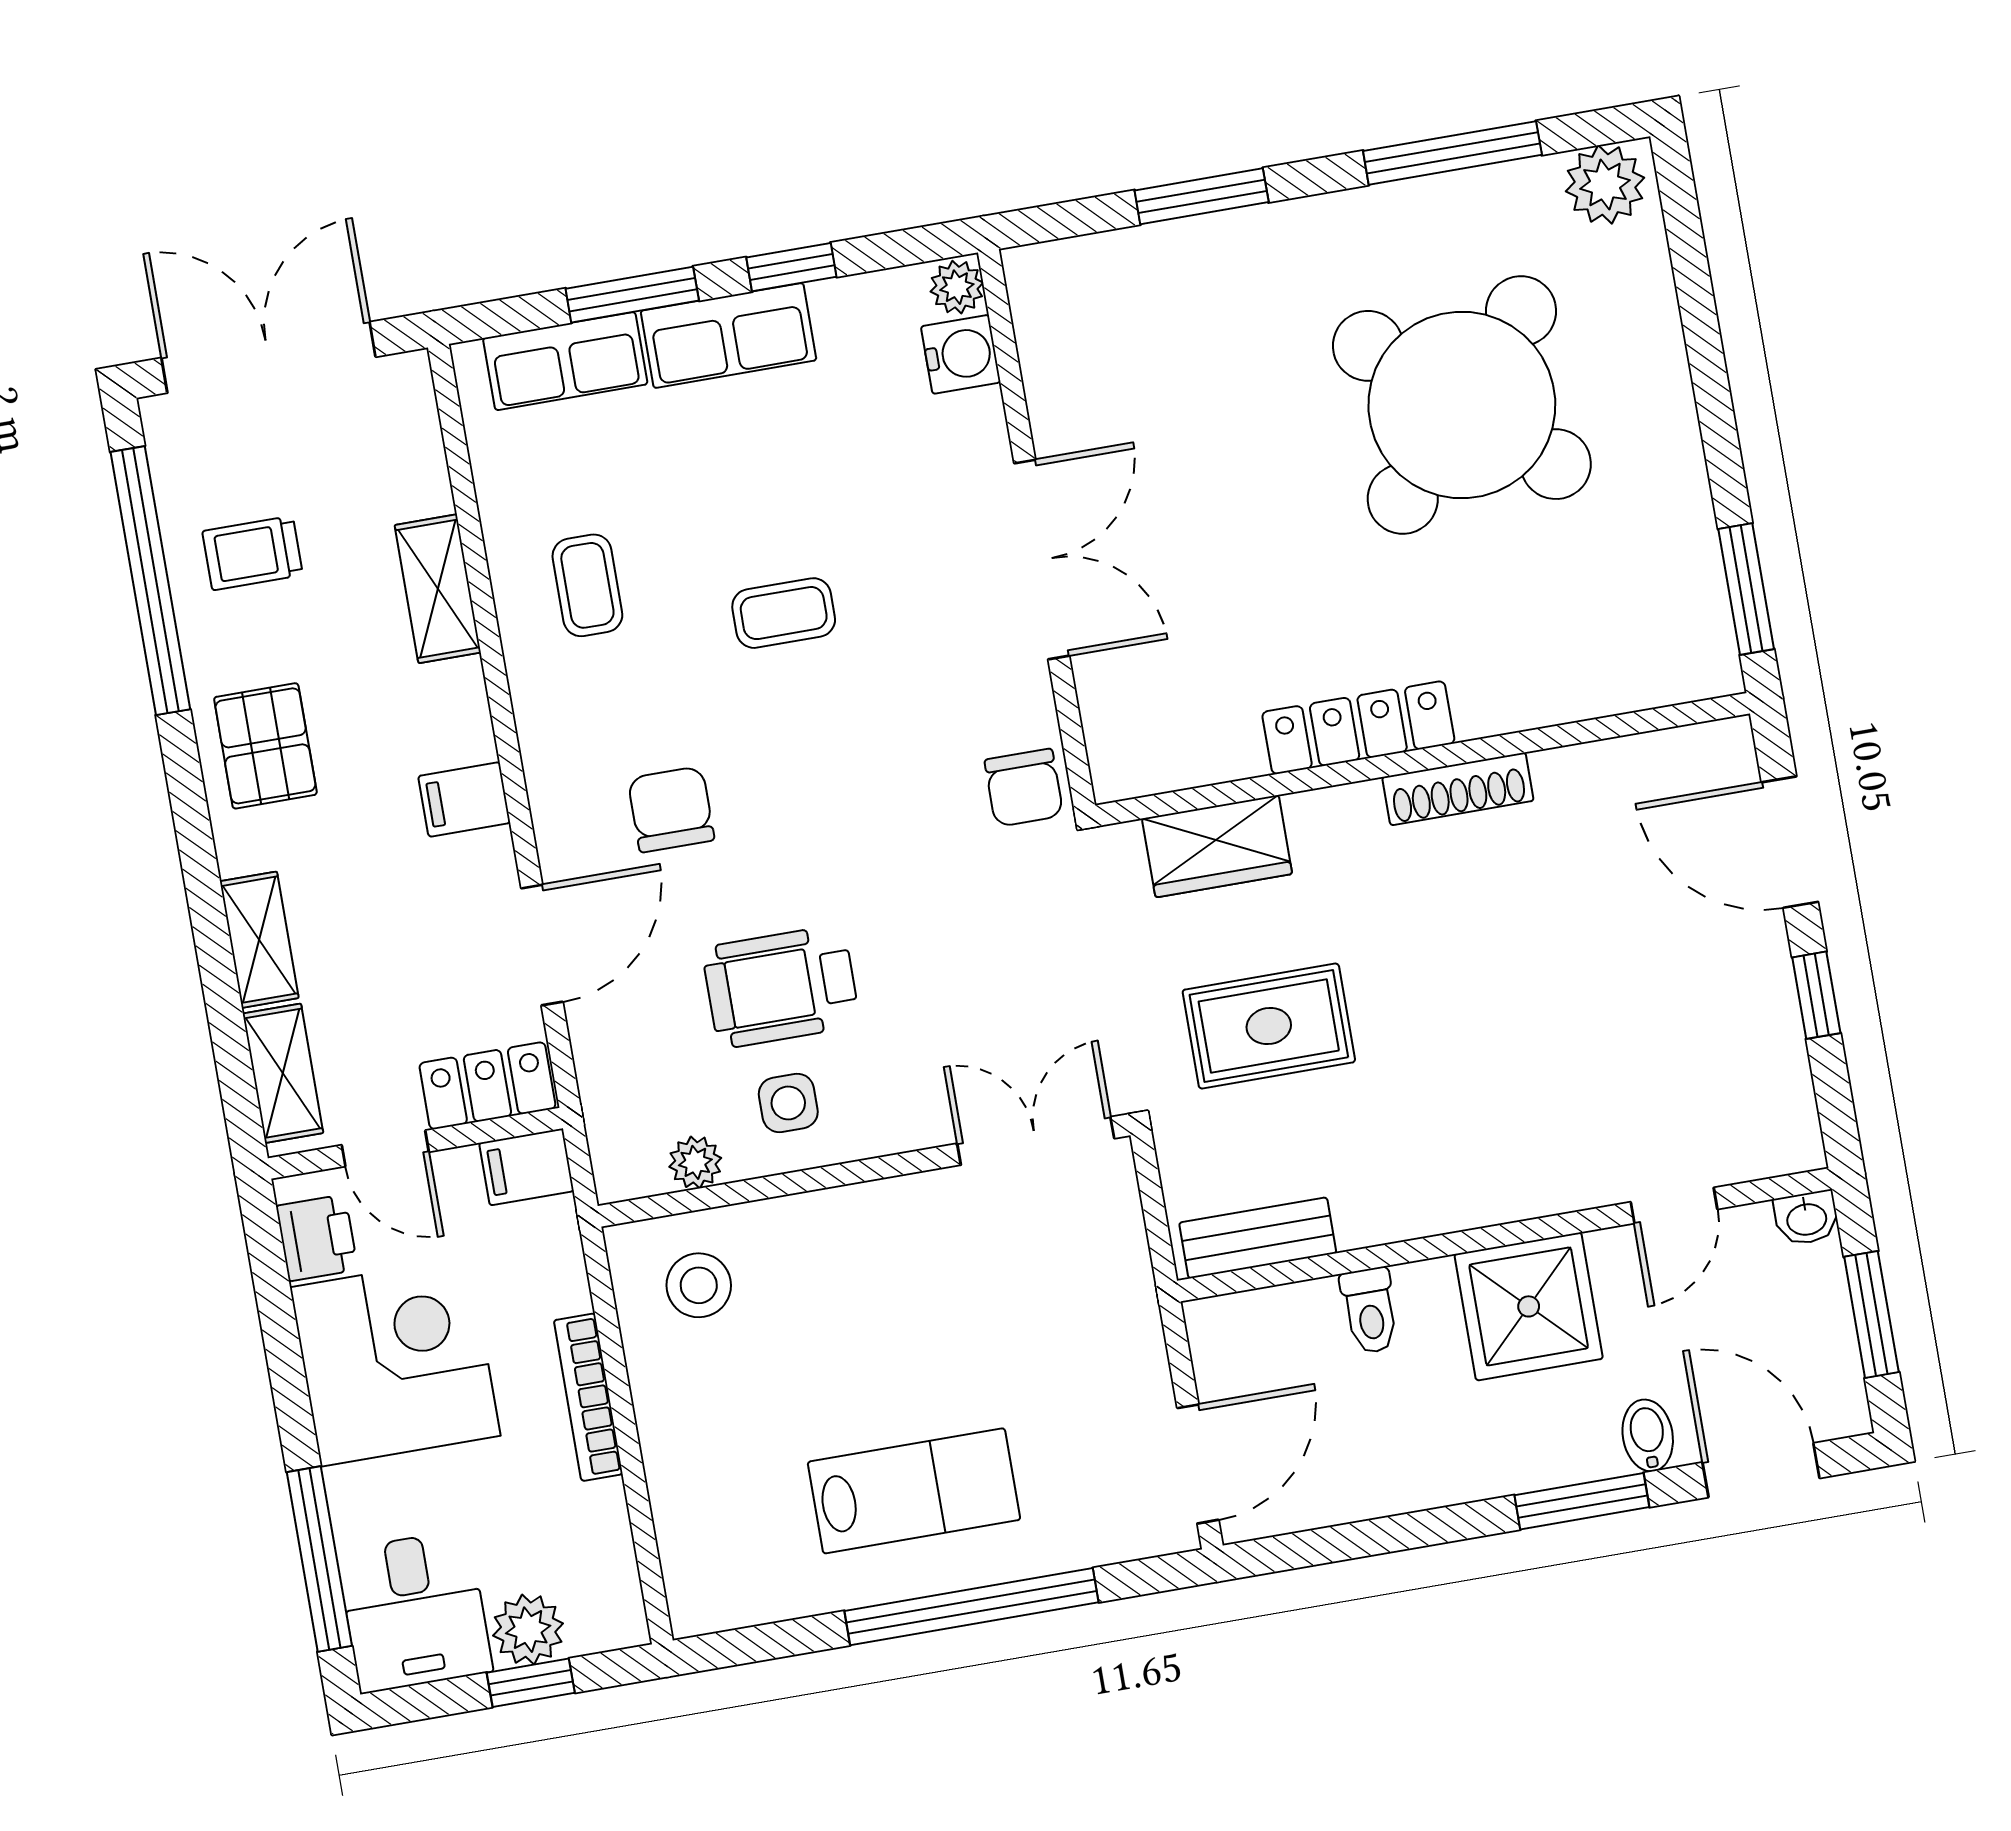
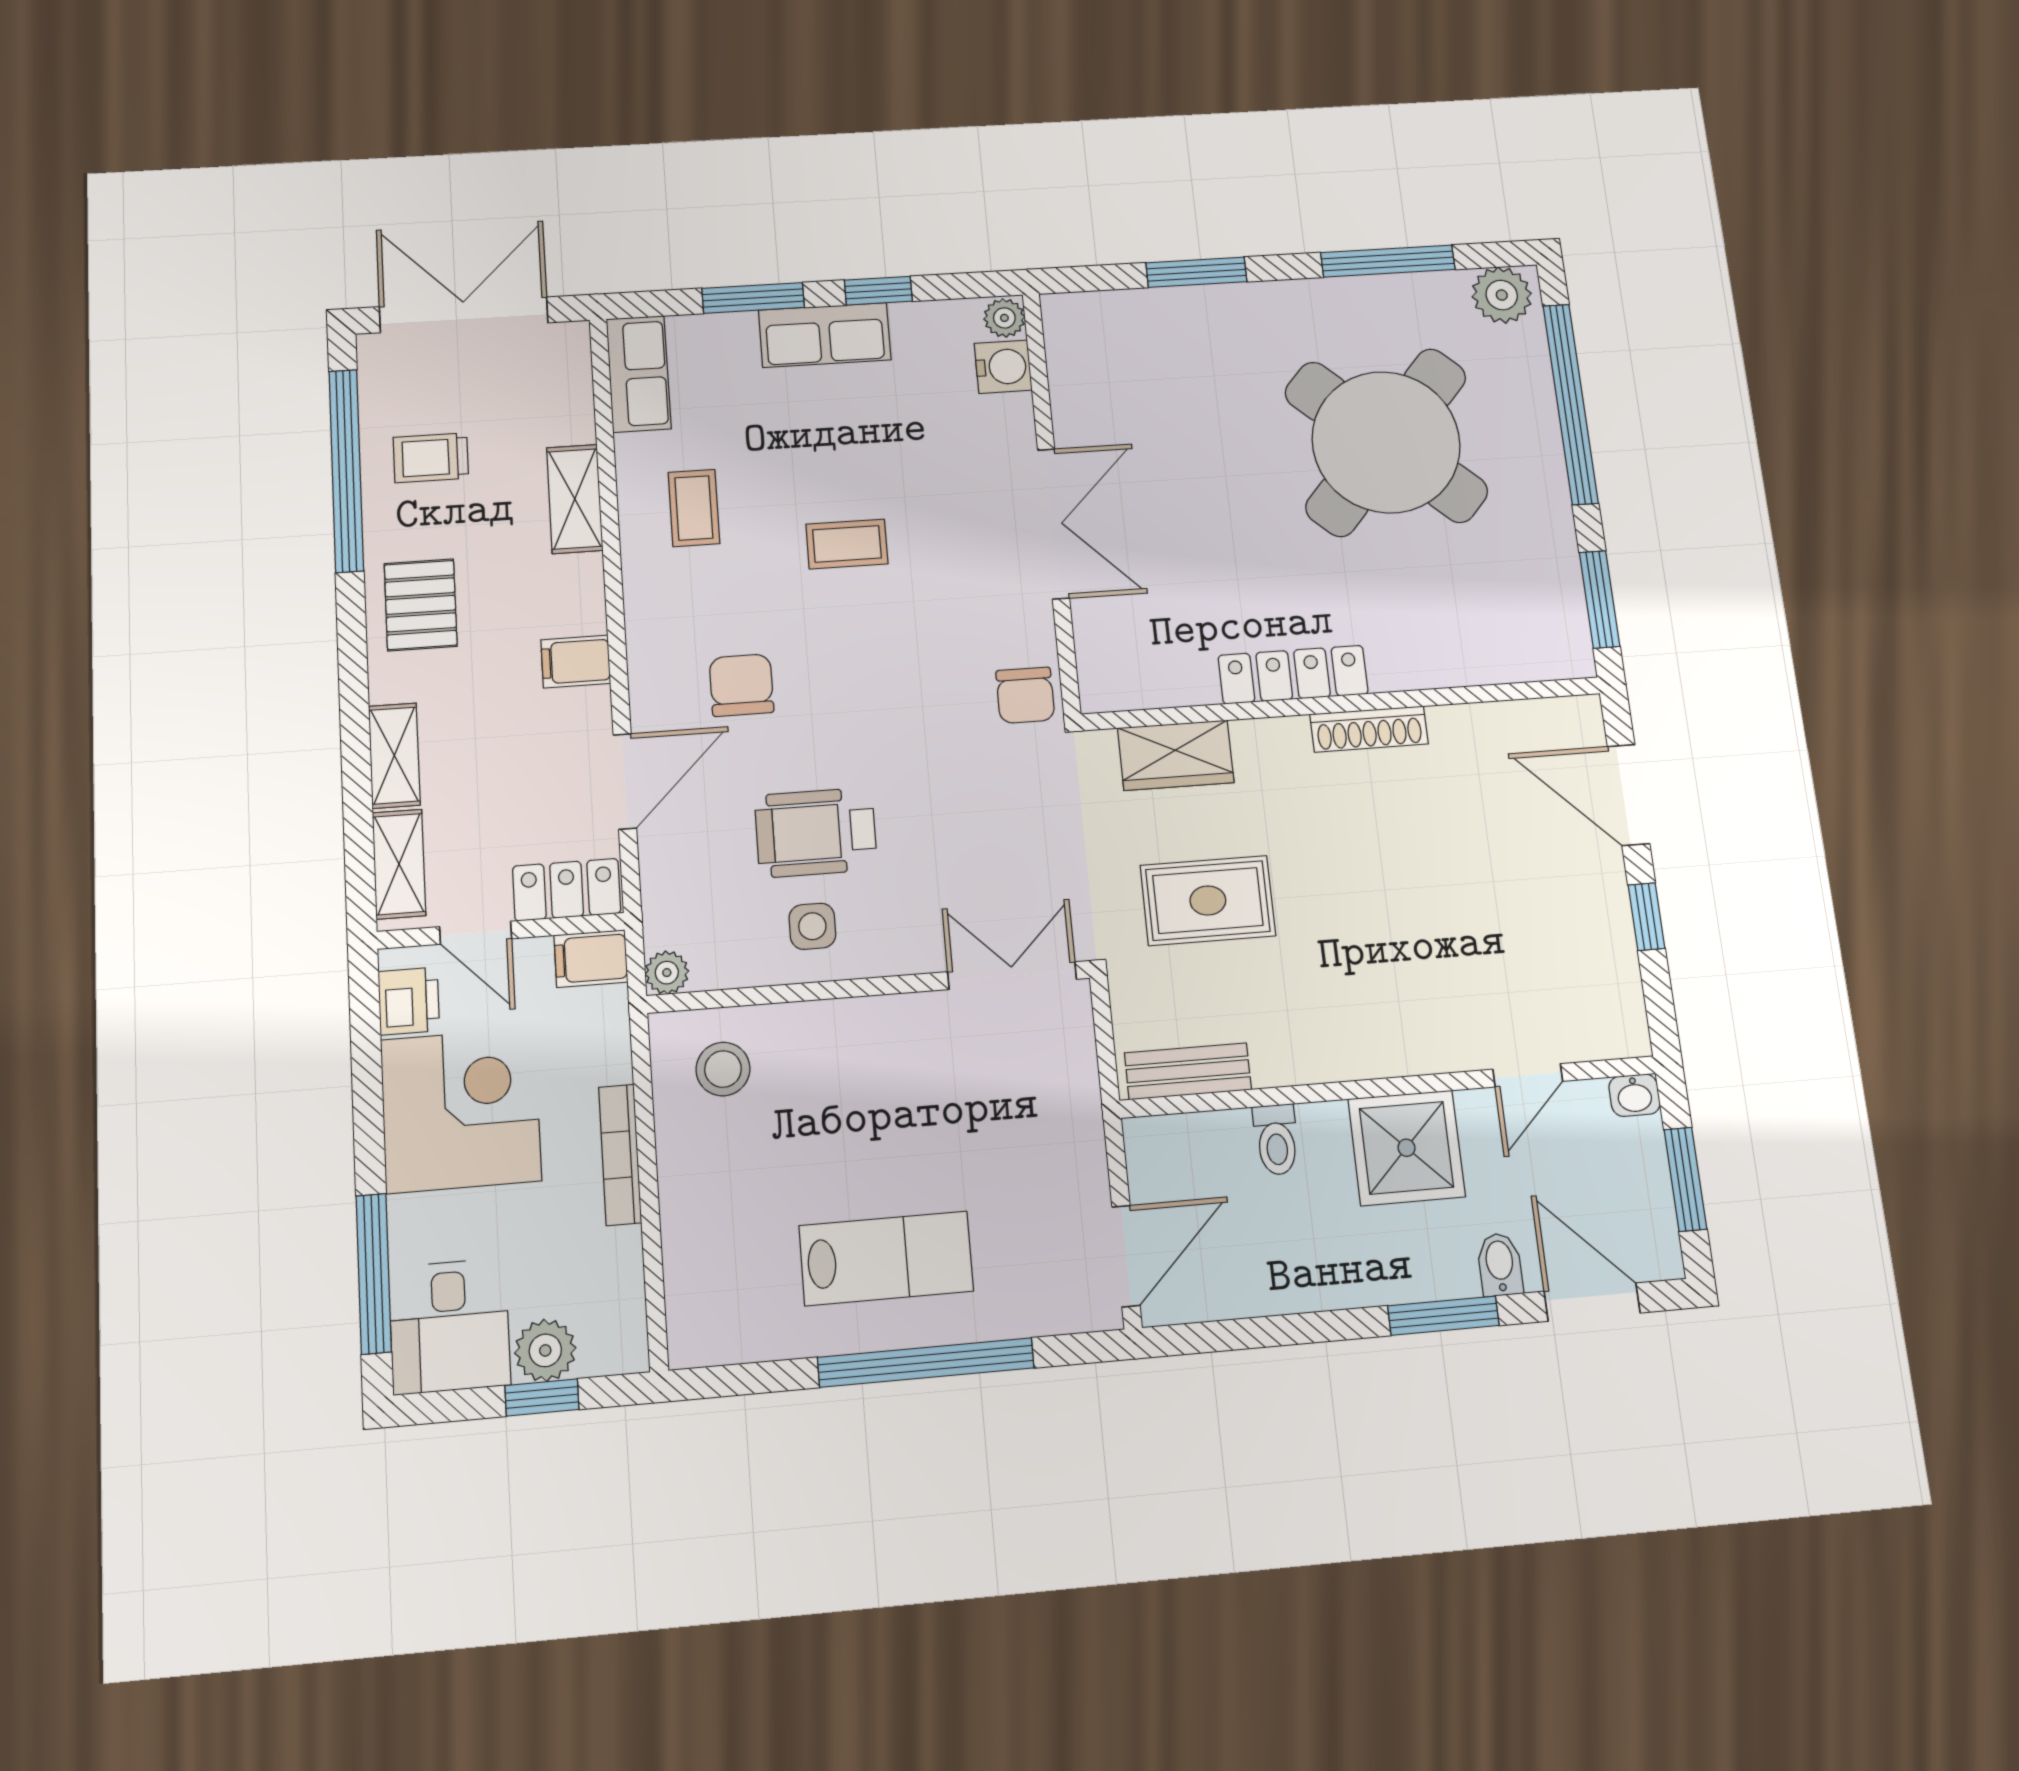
window: (1701, 327) -> (1571, 404), added
row of seats: (565, 361) -> (639, 374), moved, turned -90
plant: (695, 1162) -> (667, 973), moved

